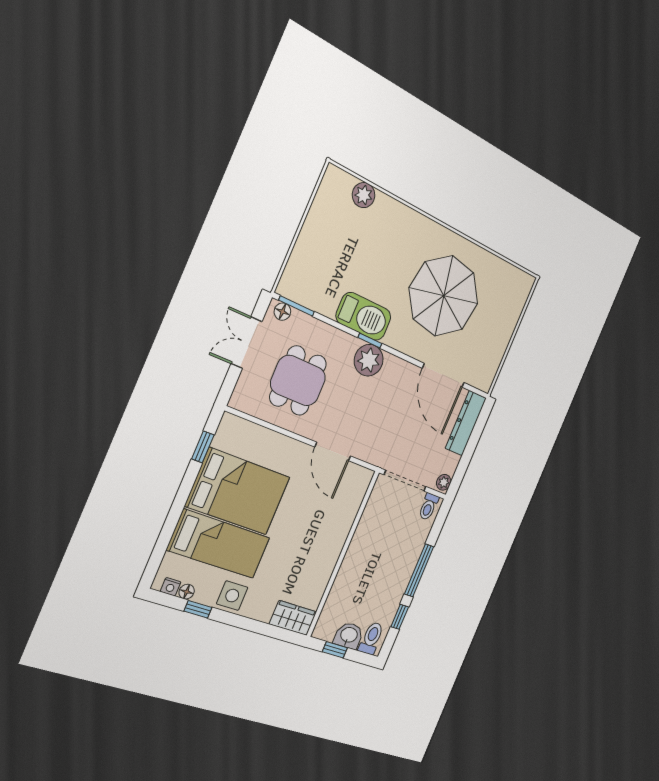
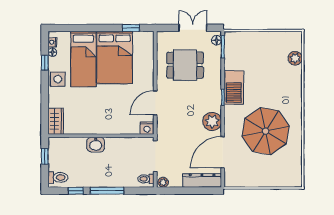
plant: (369, 360) -> (212, 121), moved
nightstand: (362, 478) -> (147, 128), added
washbasin: (349, 635) -> (96, 144), moved, turned 90

